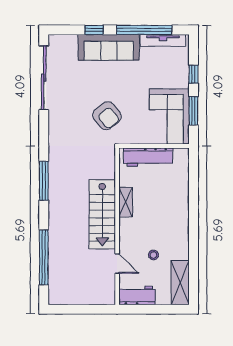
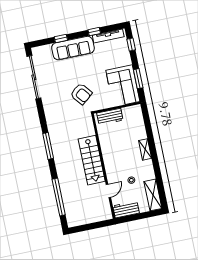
window: (144, 30) -> (94, 32), width x0.32
window: (193, 74) -> (131, 44), moved
workbench: (148, 157) -> (110, 117), width x0.73
shelving: (126, 202) -> (145, 149), moved
door: (117, 263) -> (108, 191), hinge flipped

